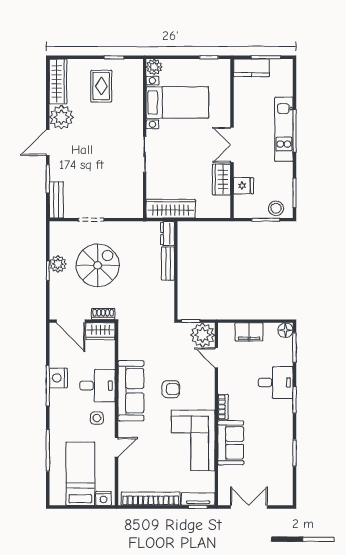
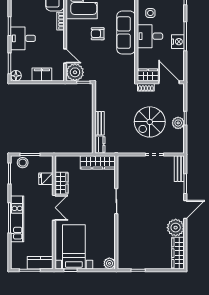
rug: (101, 86) -> (147, 250), removed
bed with nightstands: (177, 102) -> (74, 247), moved, turned 90

